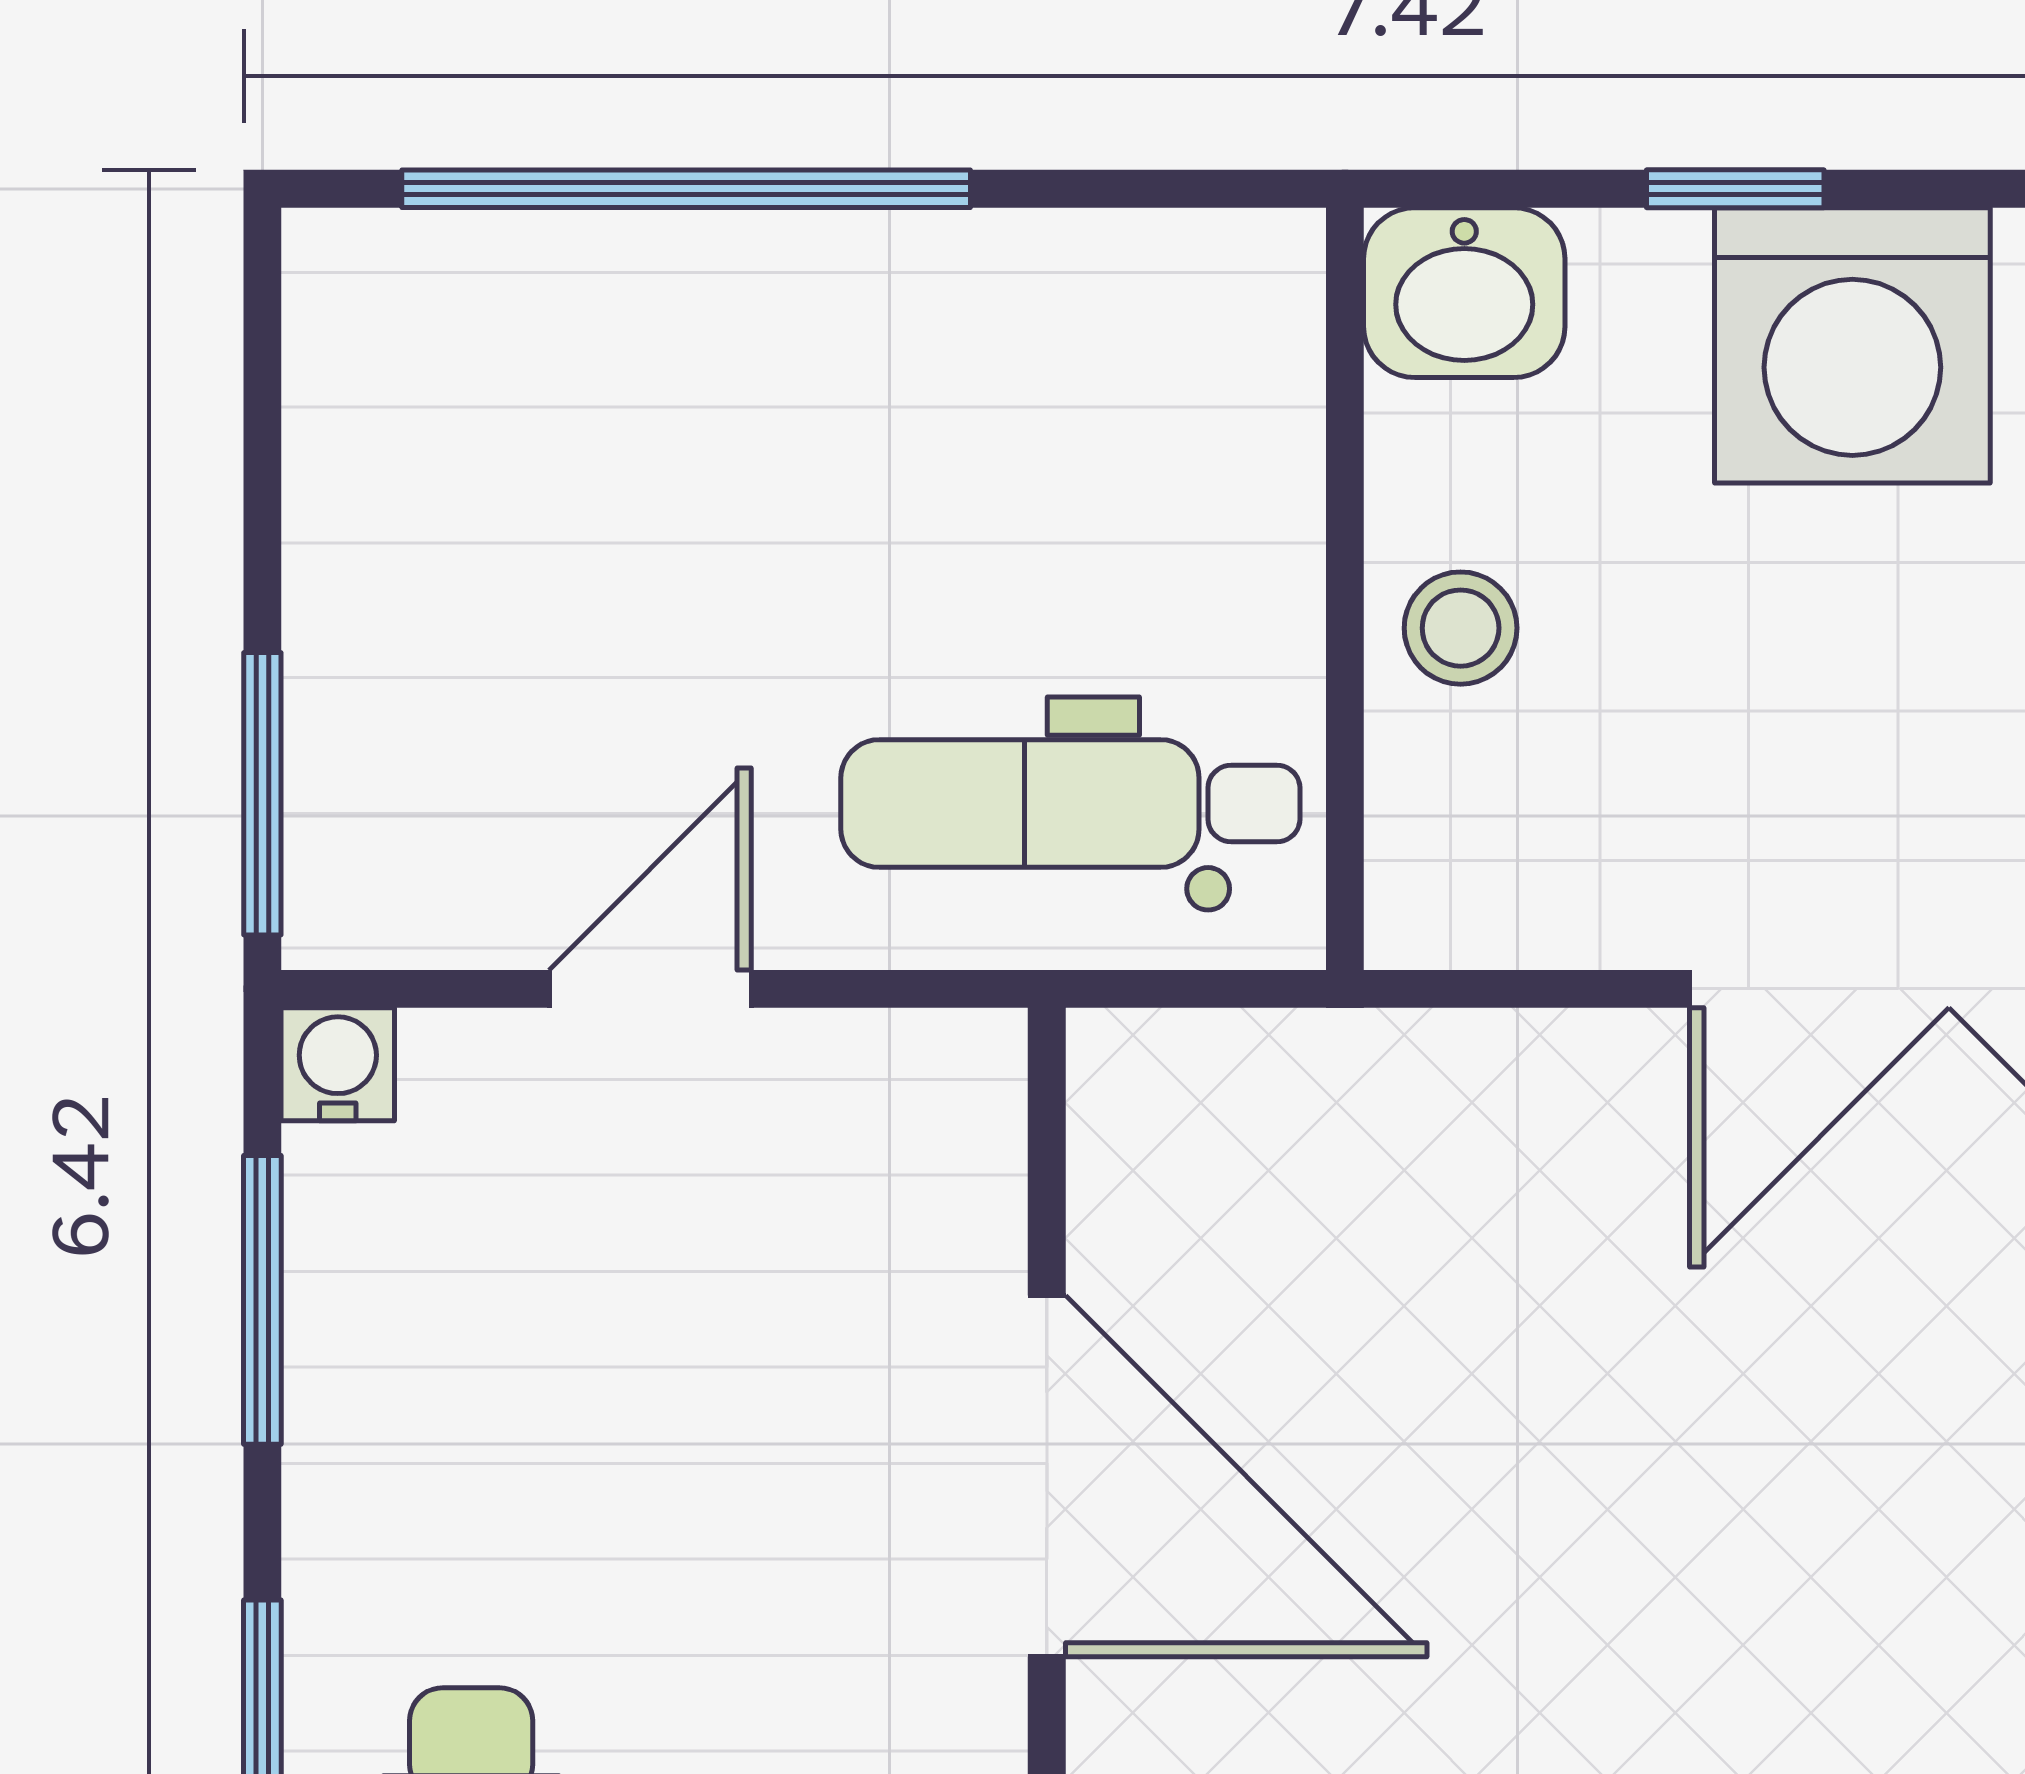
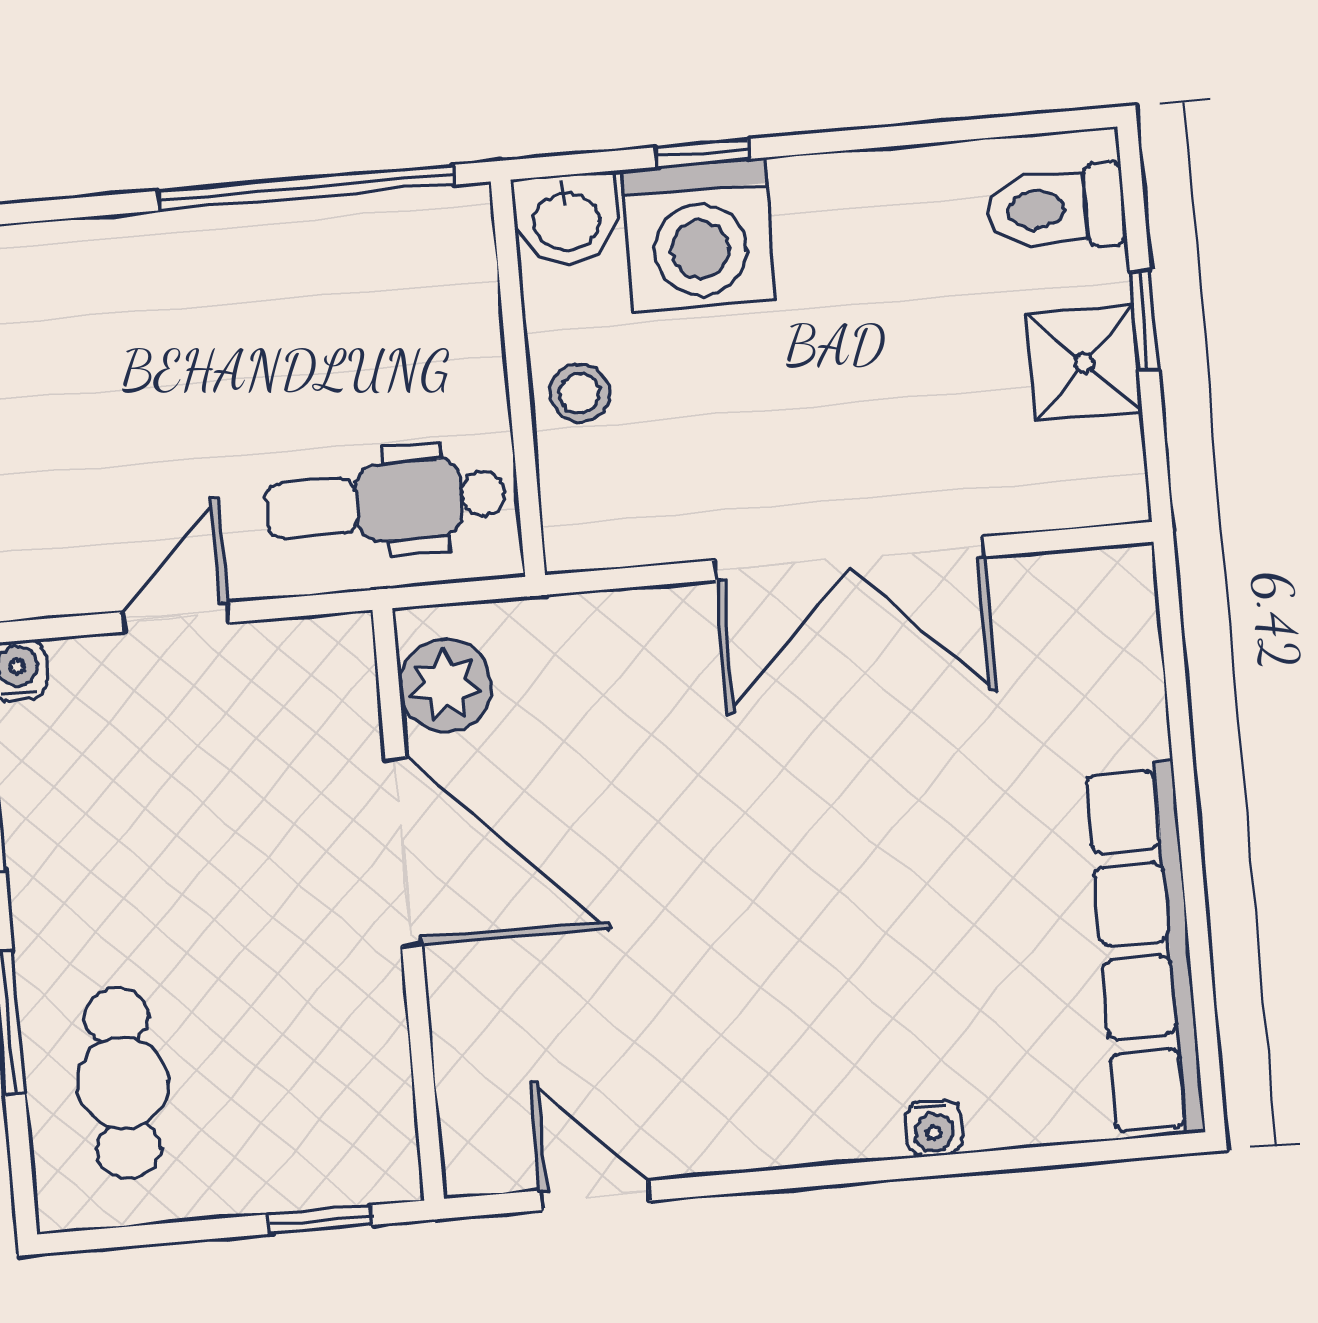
window: (686, 189) -> (306, 188), moved
washing machine: (1852, 345) -> (699, 235), moved
plant: (1154, 1165) -> (445, 686), added

